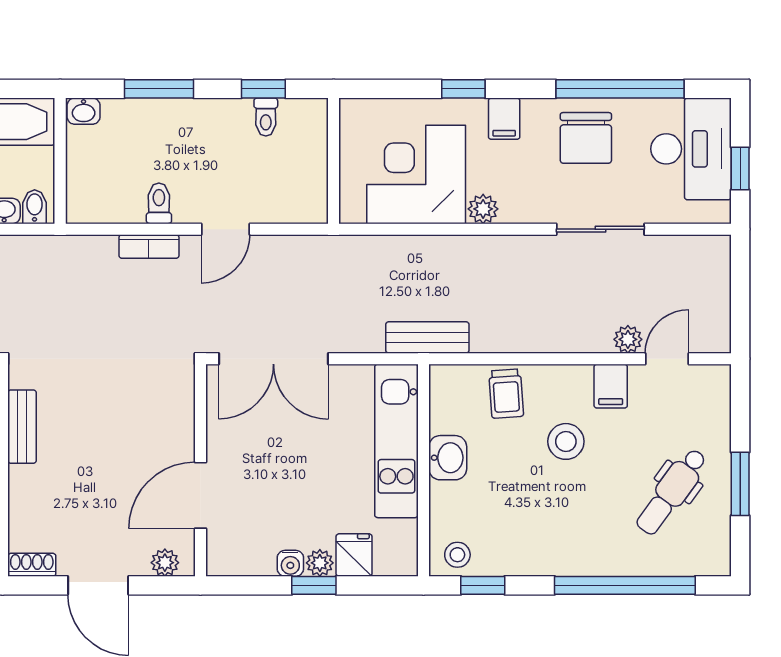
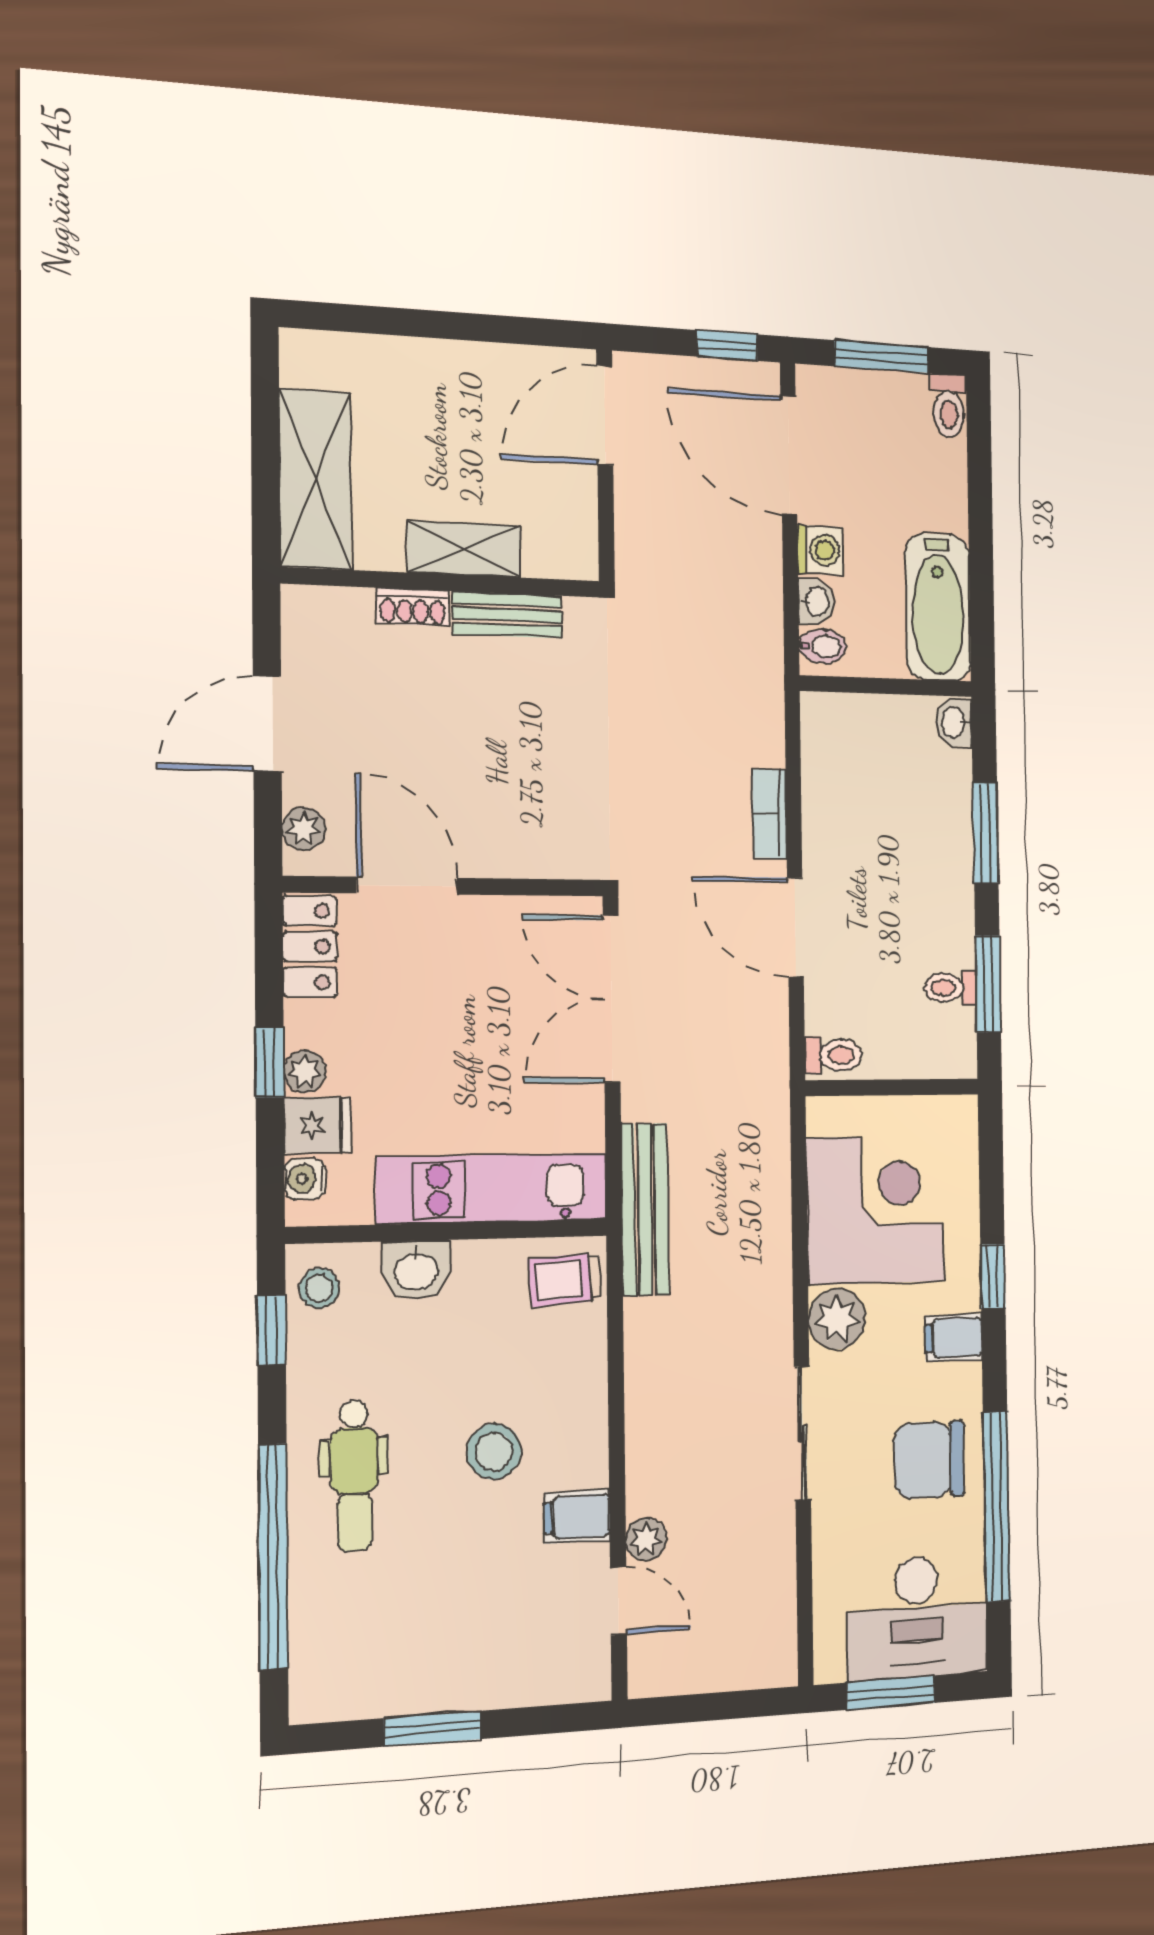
window: (263, 89) -> (988, 984), width x1.50
window: (740, 169) -> (891, 1693), width x1.50
toilet: (159, 203) -> (833, 1055), moved
plant: (483, 209) -> (837, 1319), width x1.38, depth x1.38
door: (225, 229) -> (795, 927), width x1.38
sliding door: (600, 229) -> (802, 1433), moved
bench: (427, 337) -> (645, 1209), width x1.36
trolley: (506, 394) -> (564, 1280), moved
washbasin: (448, 458) -> (416, 1270), moved
dental chair: (672, 492) -> (354, 1476), moved, turned -126
locker: (240, 559) -> (310, 947), added
water cooler: (290, 563) -> (305, 1179), moved
shoe rack: (32, 565) -> (412, 607), moved, turned 90

